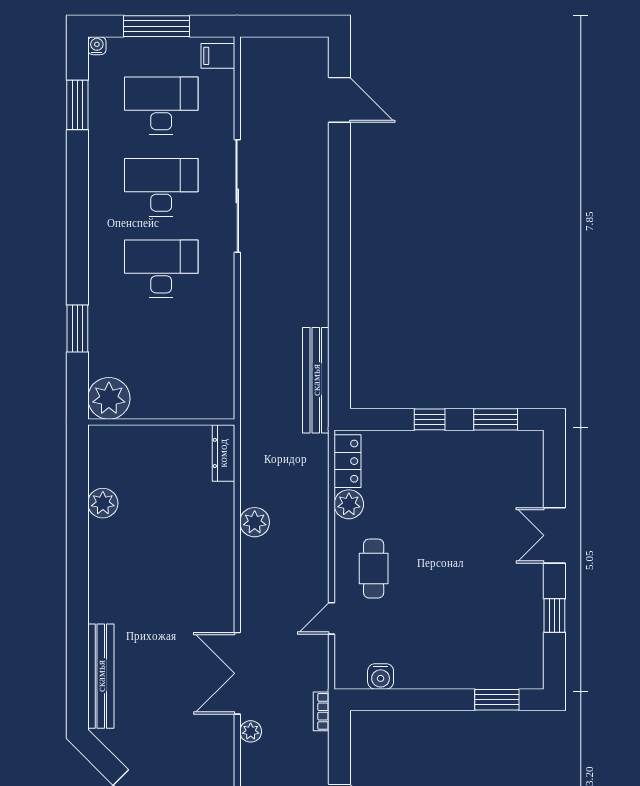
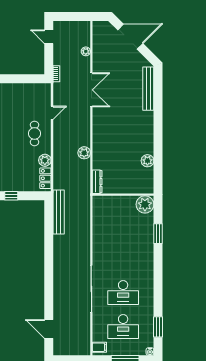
desk: (161, 269) -> (123, 258), removed
water cooler: (381, 676) -> (32, 88), removed
plant: (251, 731) -> (86, 51), moved

